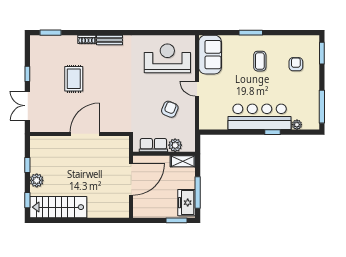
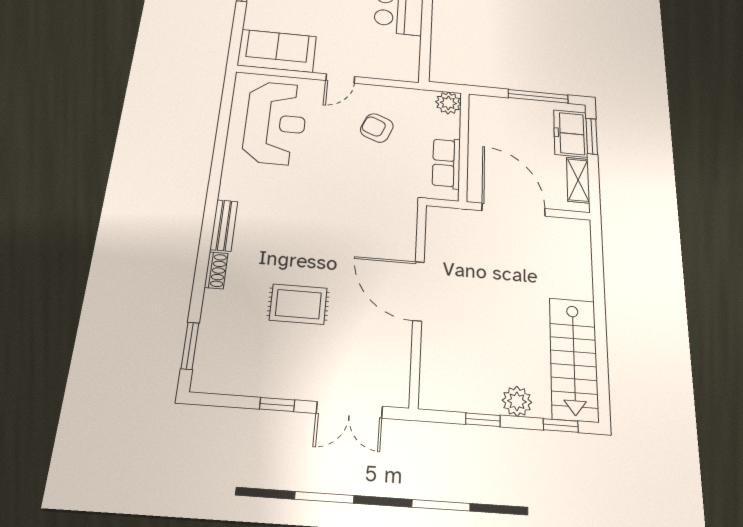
reception desk: (167, 58) -> (275, 123), turned 180
plant: (175, 145) -> (448, 103), moved
shelving: (183, 161) -> (578, 180), moved
freezer: (186, 203) -> (571, 134), moved, turned 90

